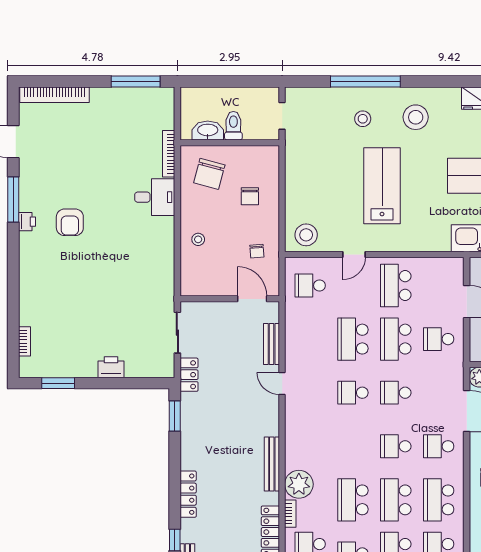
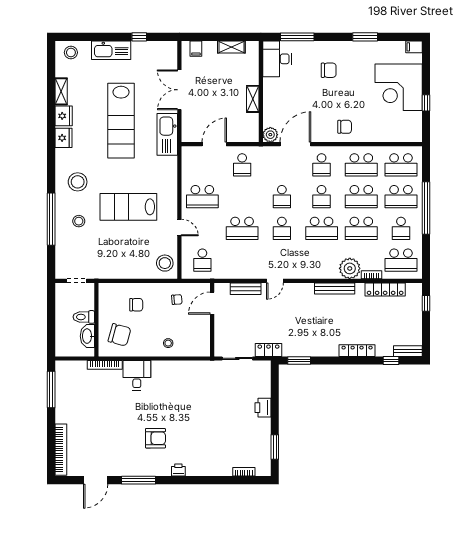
printer: (27, 222) -> (178, 470), moved
school desk: (396, 339) -> (322, 228), moved

